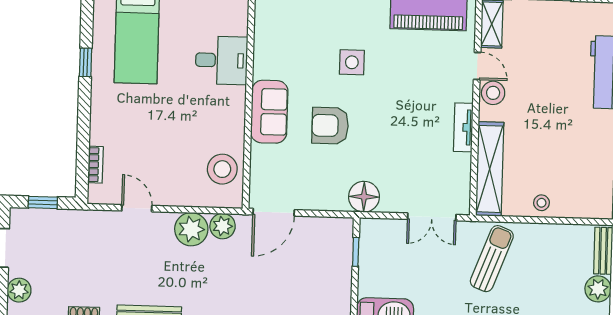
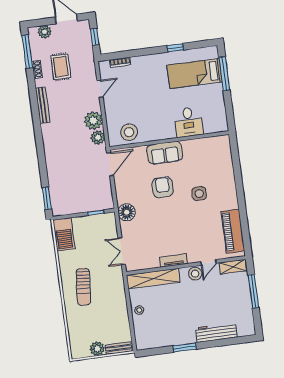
door: (274, 212) -> (110, 164), swing flipped
sun lounger: (492, 259) -> (83, 287), moved, turned 74
rug: (86, 272) -> (61, 67), added

